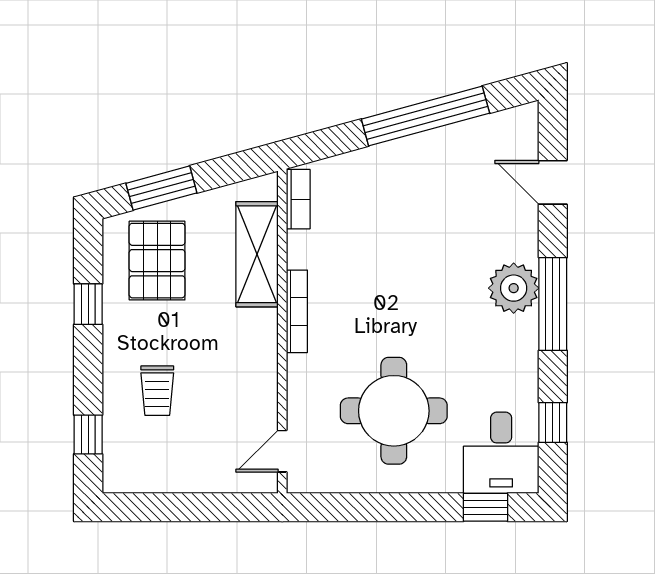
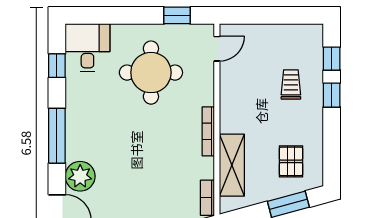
pallet: (157, 261) -> (291, 161), width x0.67, depth x0.71
plant: (514, 288) -> (80, 176), moved
window: (88, 304) -> (332, 95), moved
window: (485, 507) -> (177, 15), moved

